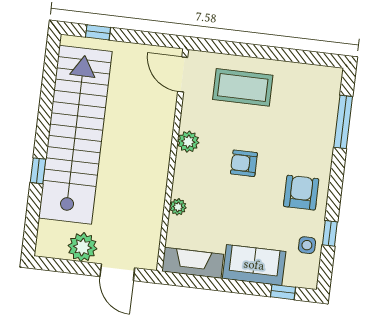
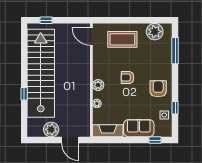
plant: (308, 80) -> (155, 32), added
plant: (188, 142) -> (98, 85), moved

